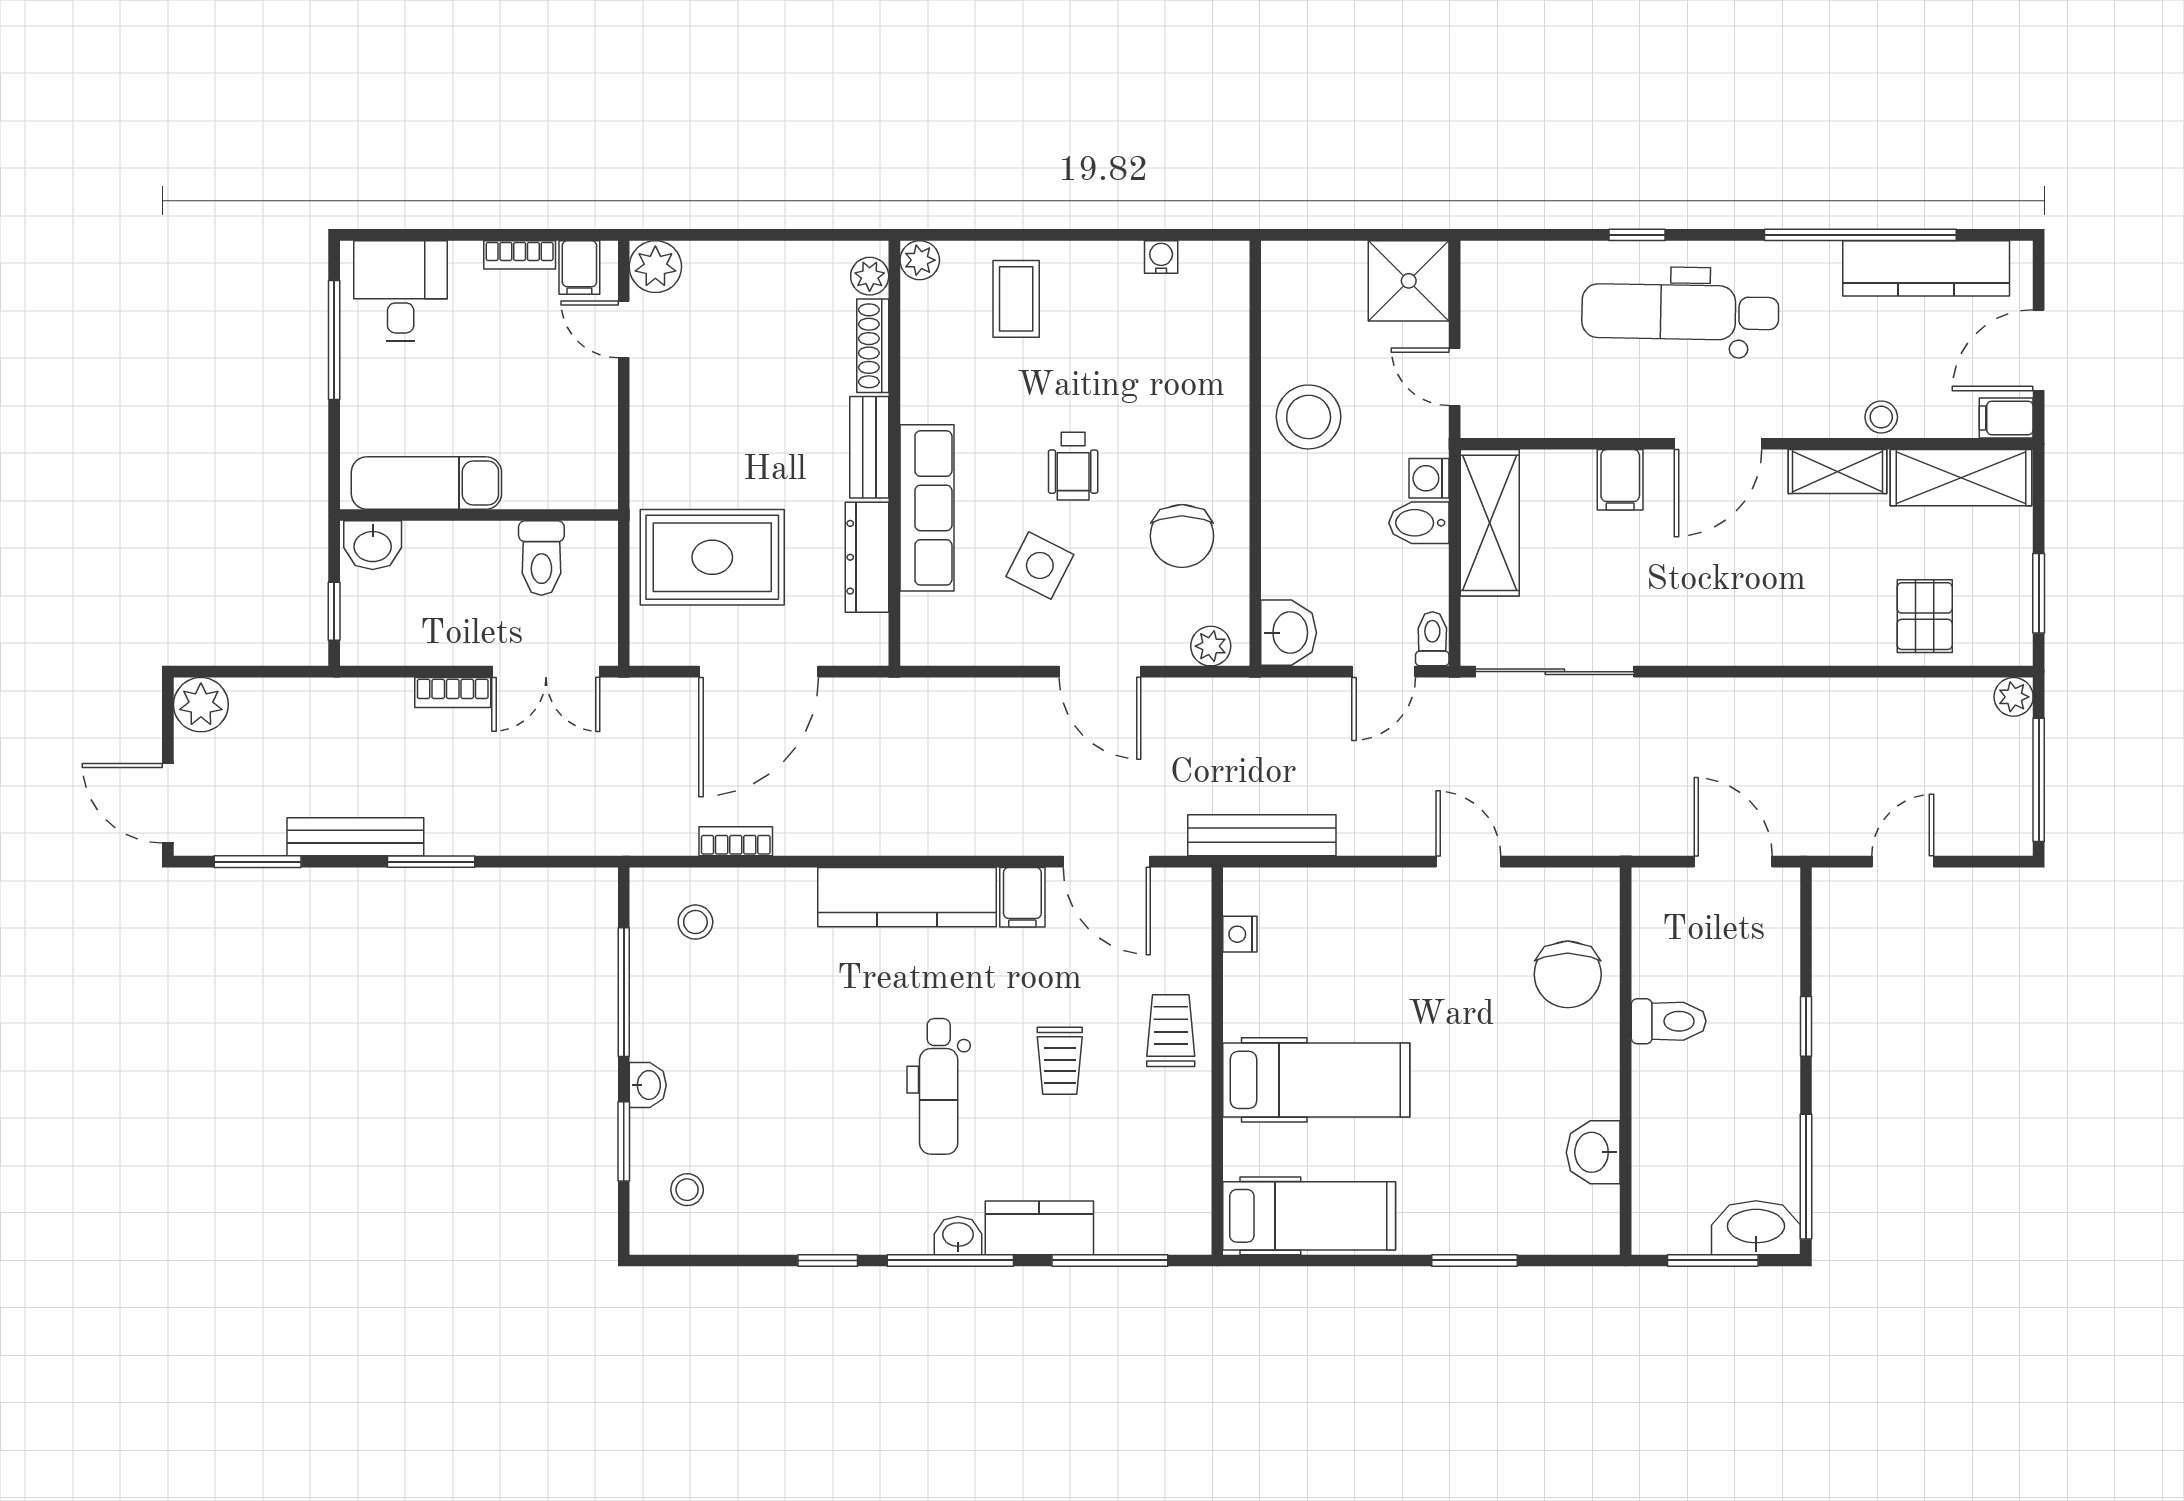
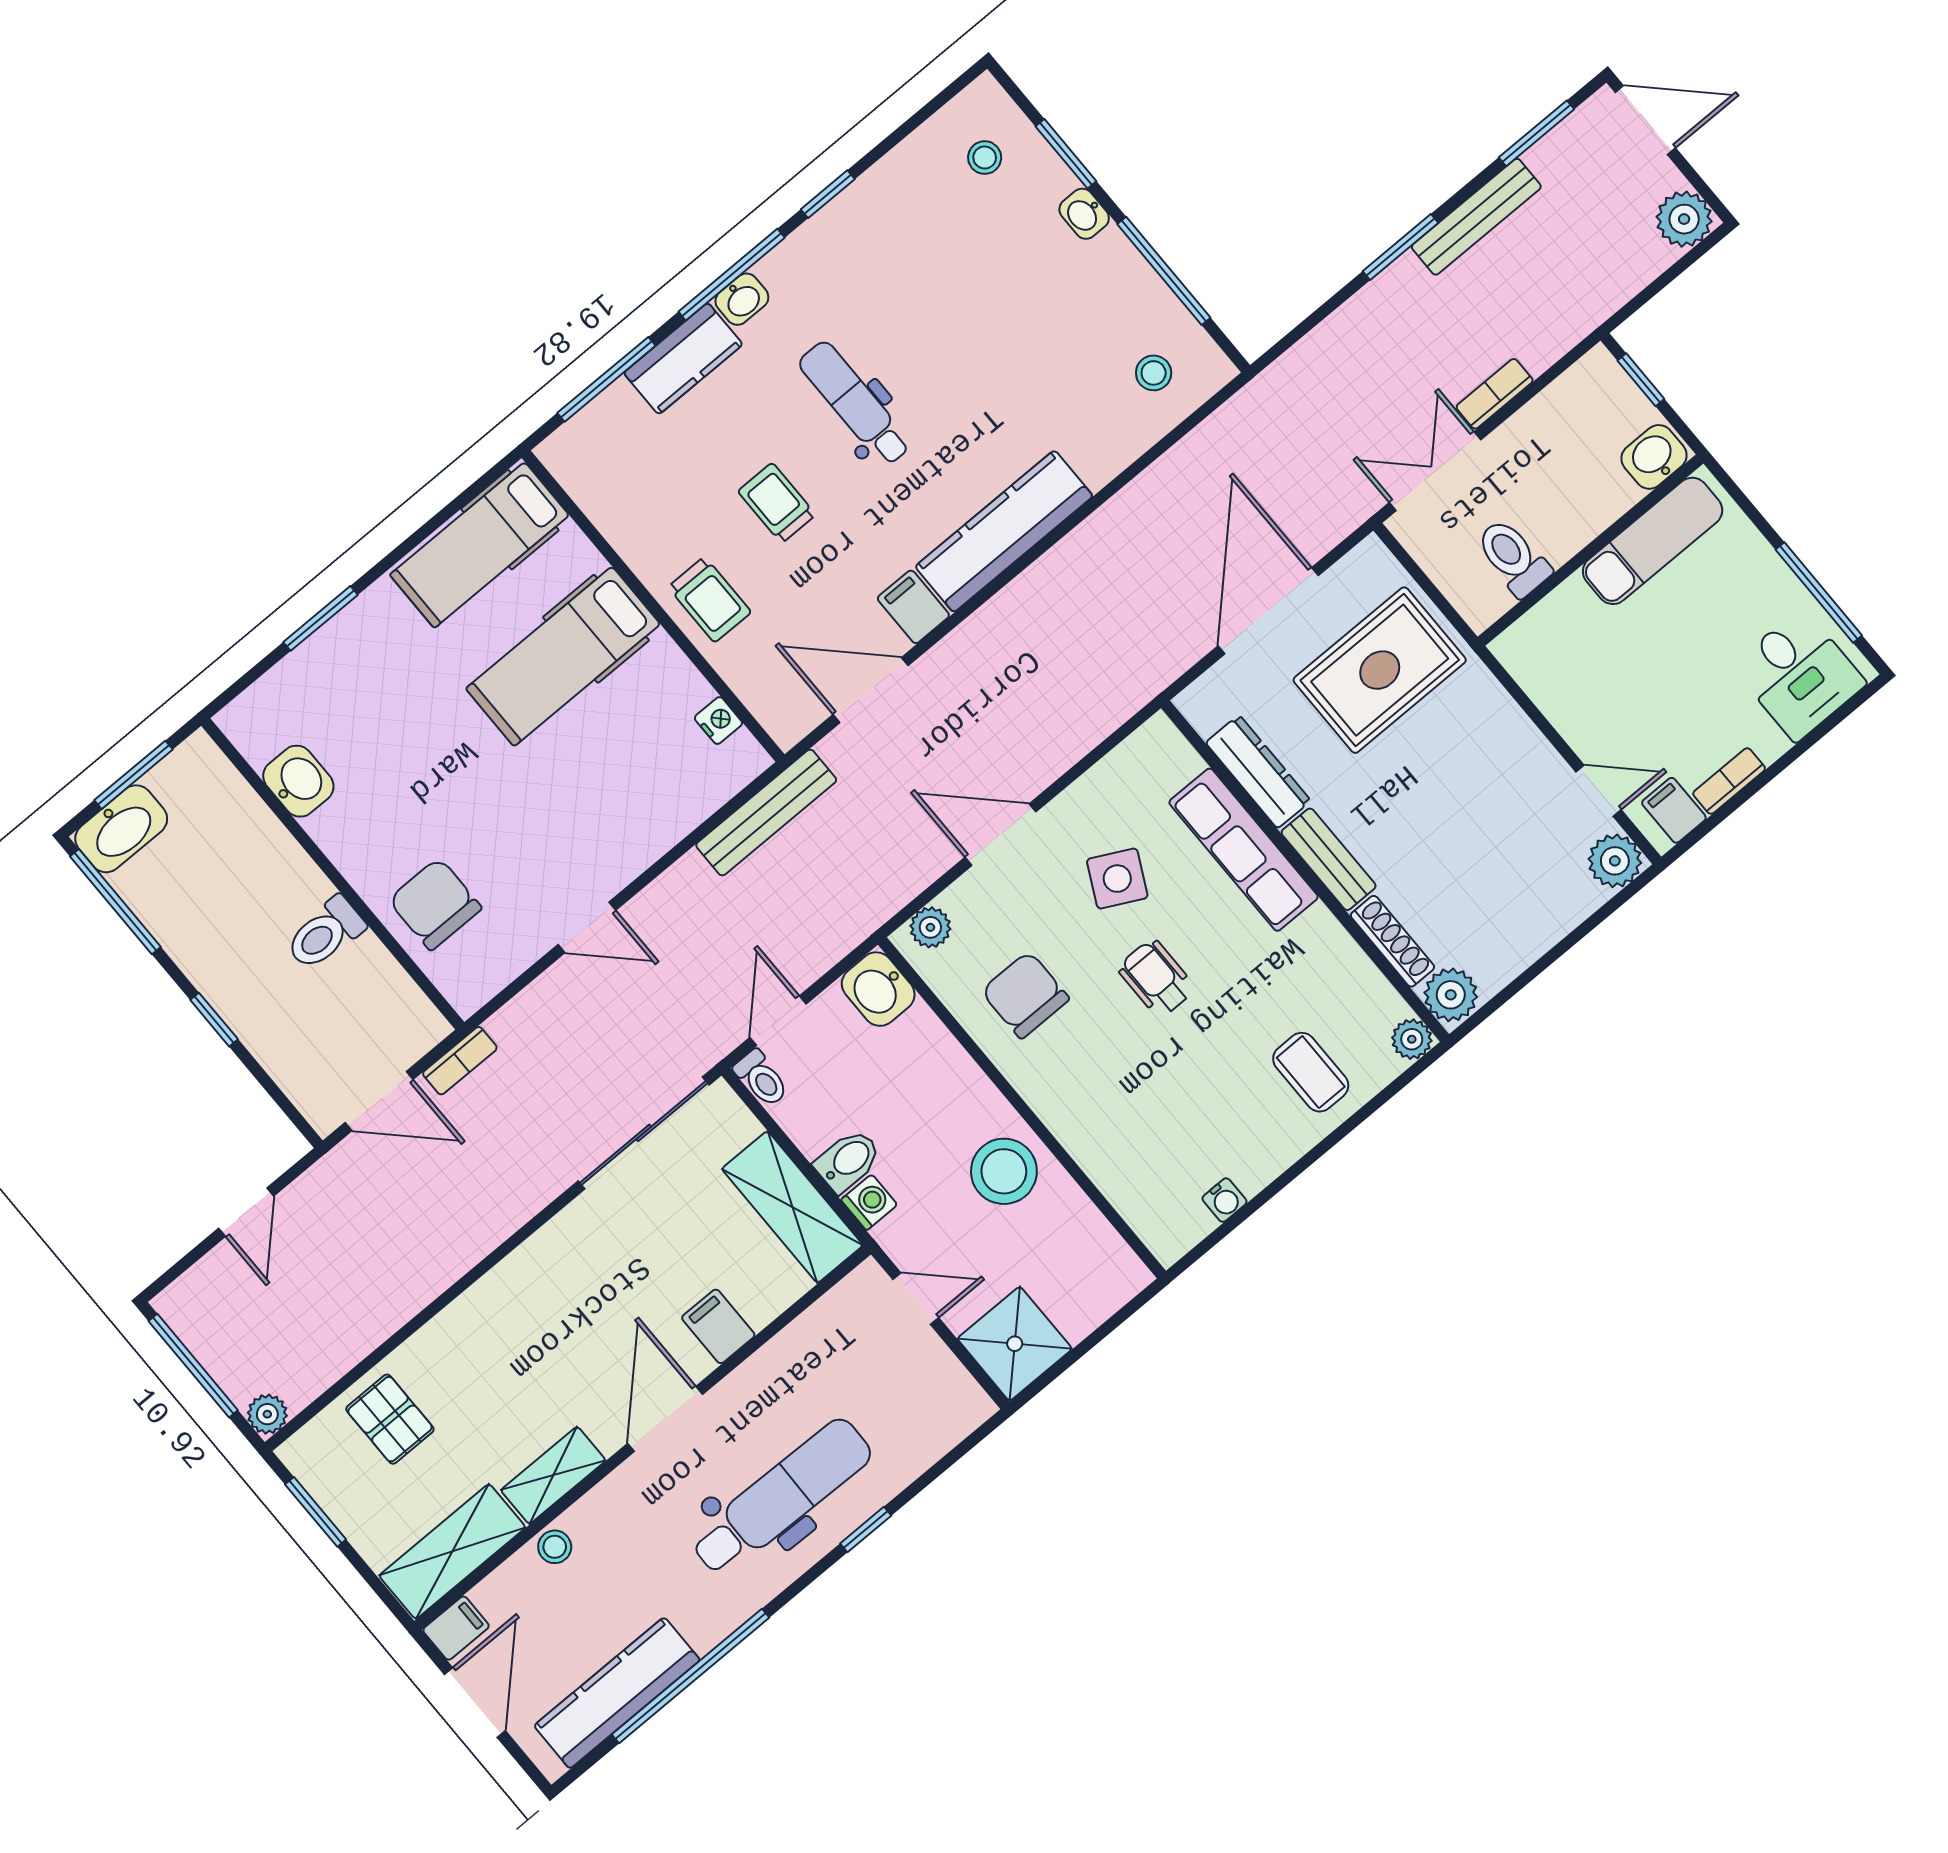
plant: (870, 276) -> (1451, 995), width x1.38, depth x1.38
bookcase: (736, 841) -> (460, 1061), moved

